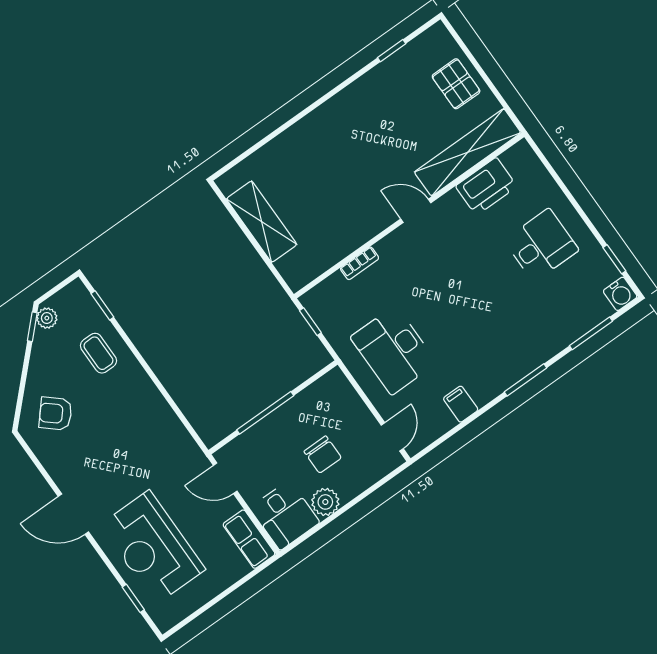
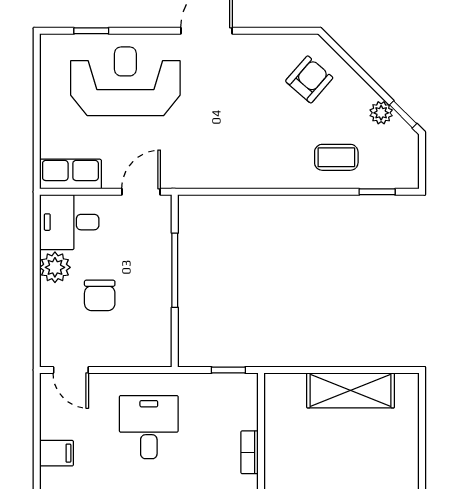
plant: (47, 318) -> (381, 113), moved
desk: (394, 350) -> (149, 427), width x0.73
chair: (323, 455) -> (100, 295), turned -90

